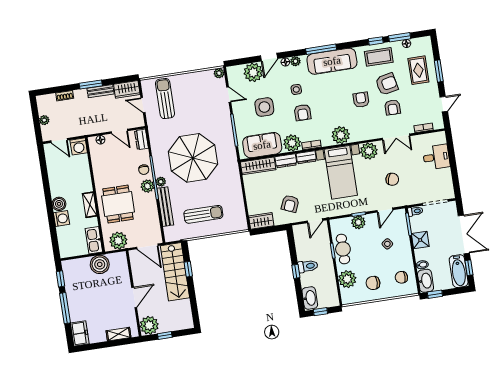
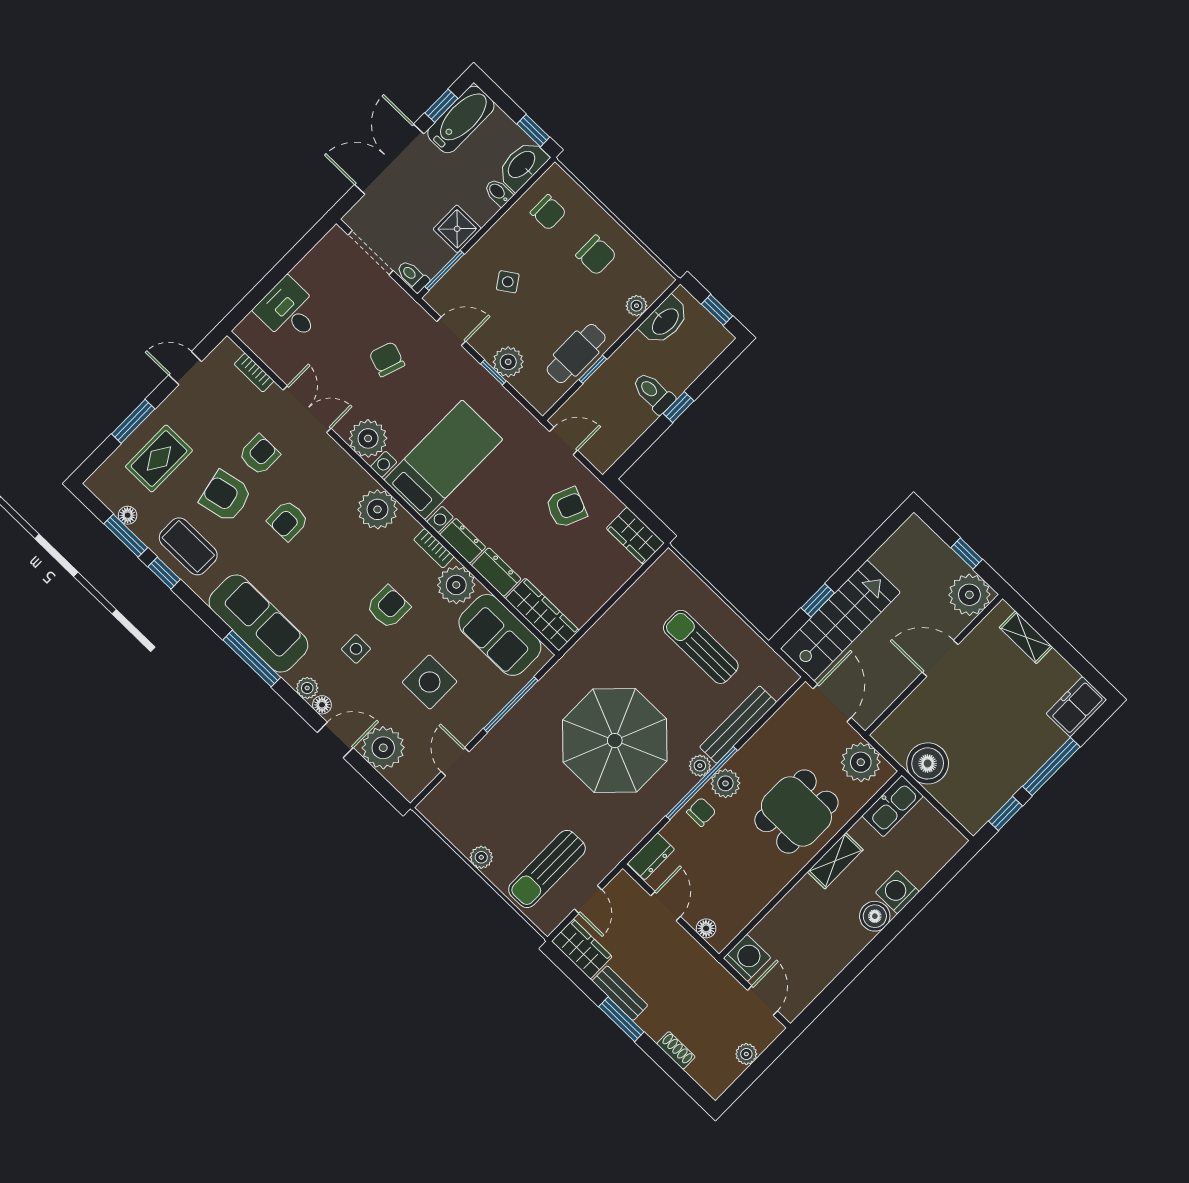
plant: (219, 73) -> (481, 857), moved
plant: (347, 279) -> (637, 306), width x0.53, depth x0.53
washbasin: (310, 298) -> (665, 321), moved, turned 180

